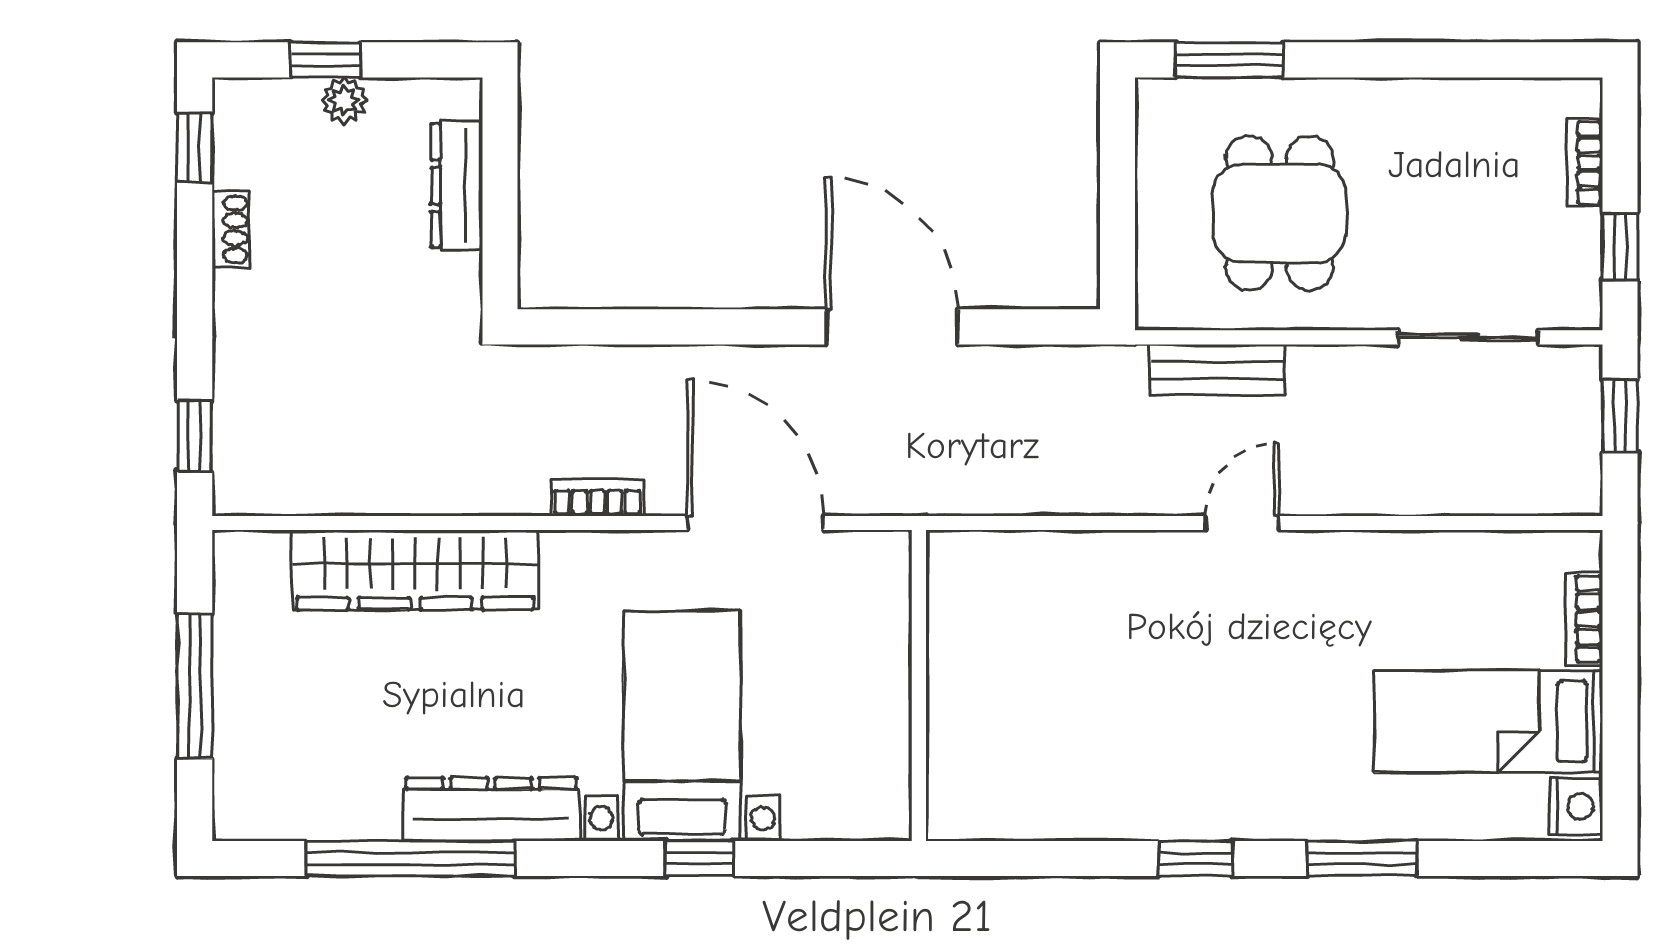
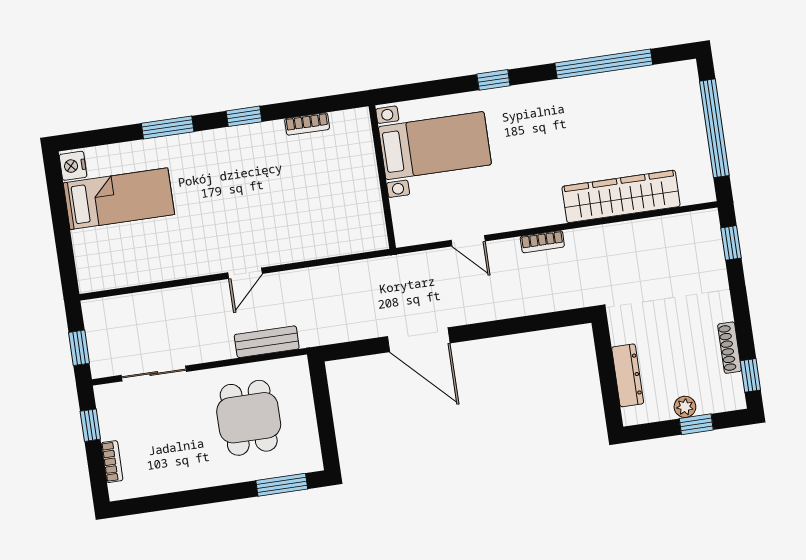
shoe rack: (230, 229) -> (730, 348), width x1.43
door: (755, 523) -> (468, 241), width x0.53
bookcase: (1584, 619) -> (307, 124), moved, turned 90
window: (195, 686) -> (714, 128), width x1.46
bed with nightstands: (682, 726) -> (435, 146), moved, turned -90
dresser: (491, 809) -> (570, 92), removed
window: (699, 858) -> (493, 80), moved

